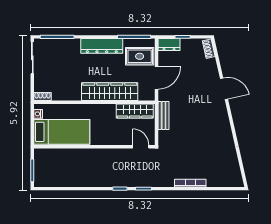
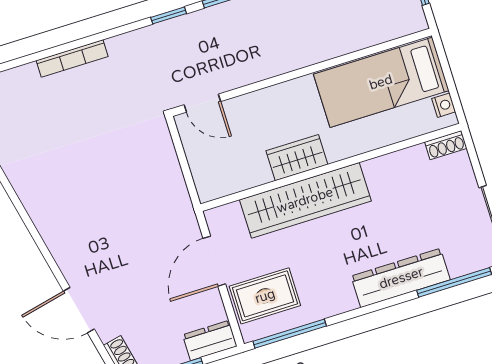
dresser: (102, 46) -> (401, 278), moved
door: (224, 89) -> (79, 310), moved
wardrobe: (135, 111) -> (297, 158), moved, width x0.67
bench: (164, 115) -> (174, 185), removed

